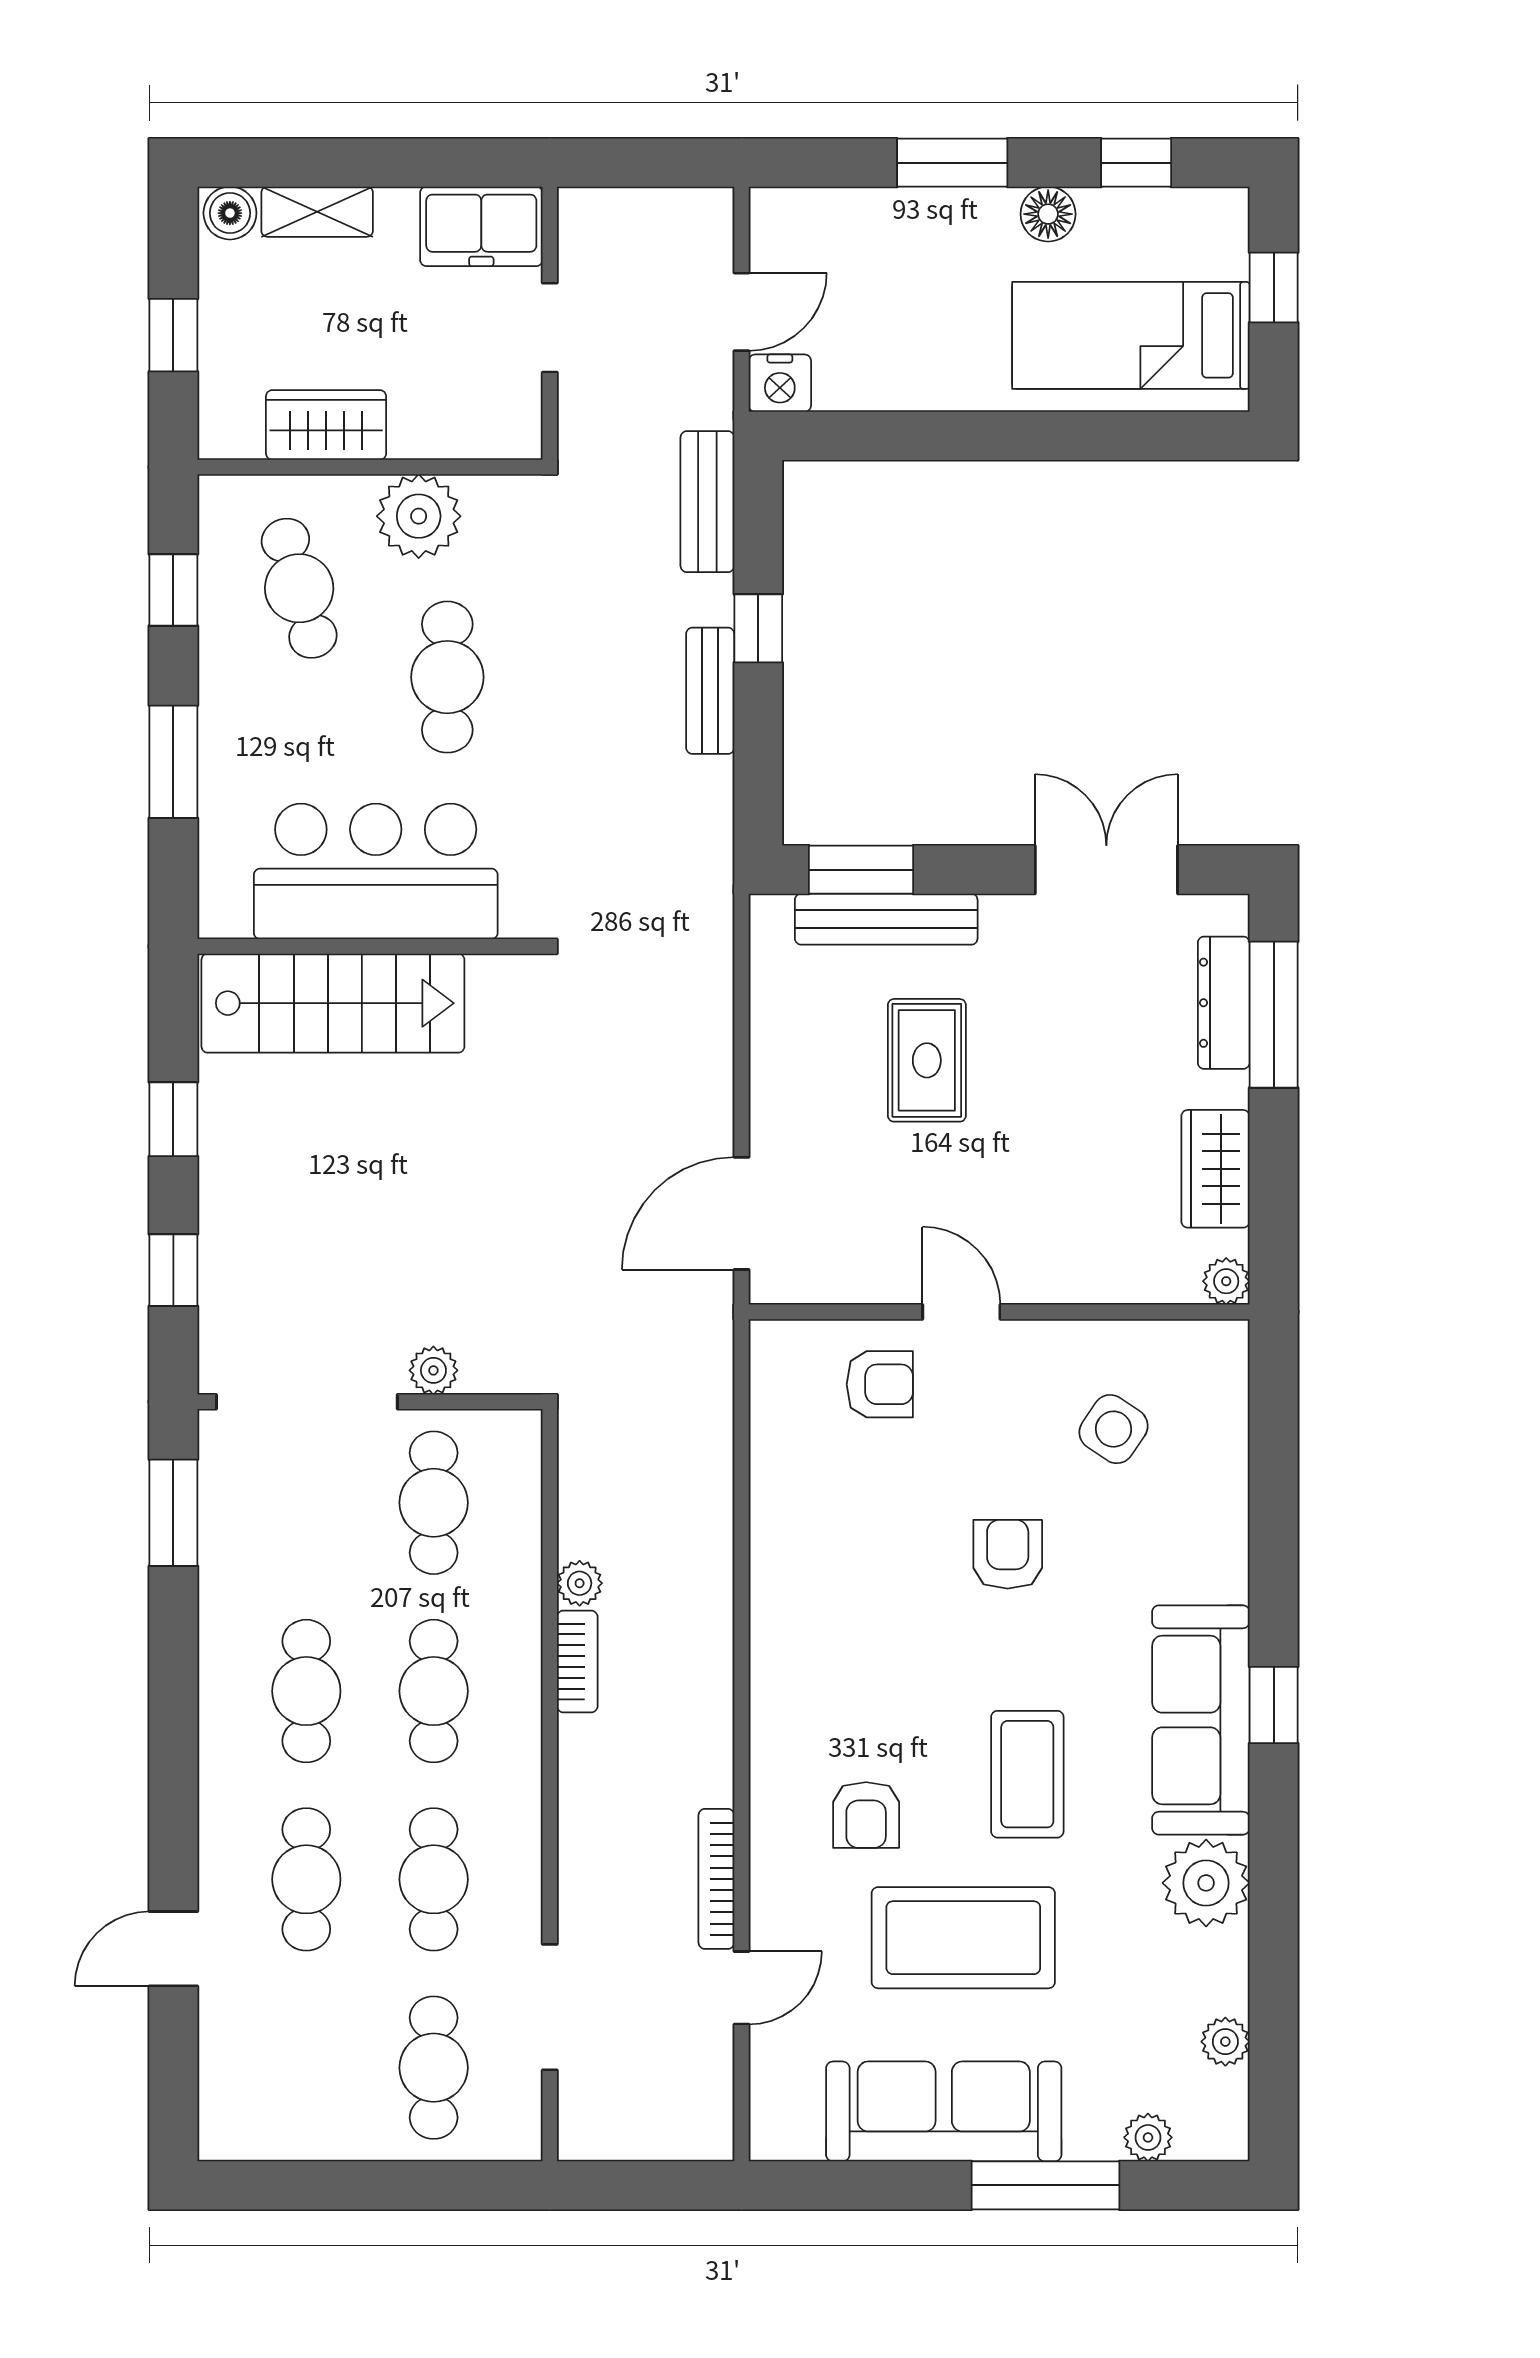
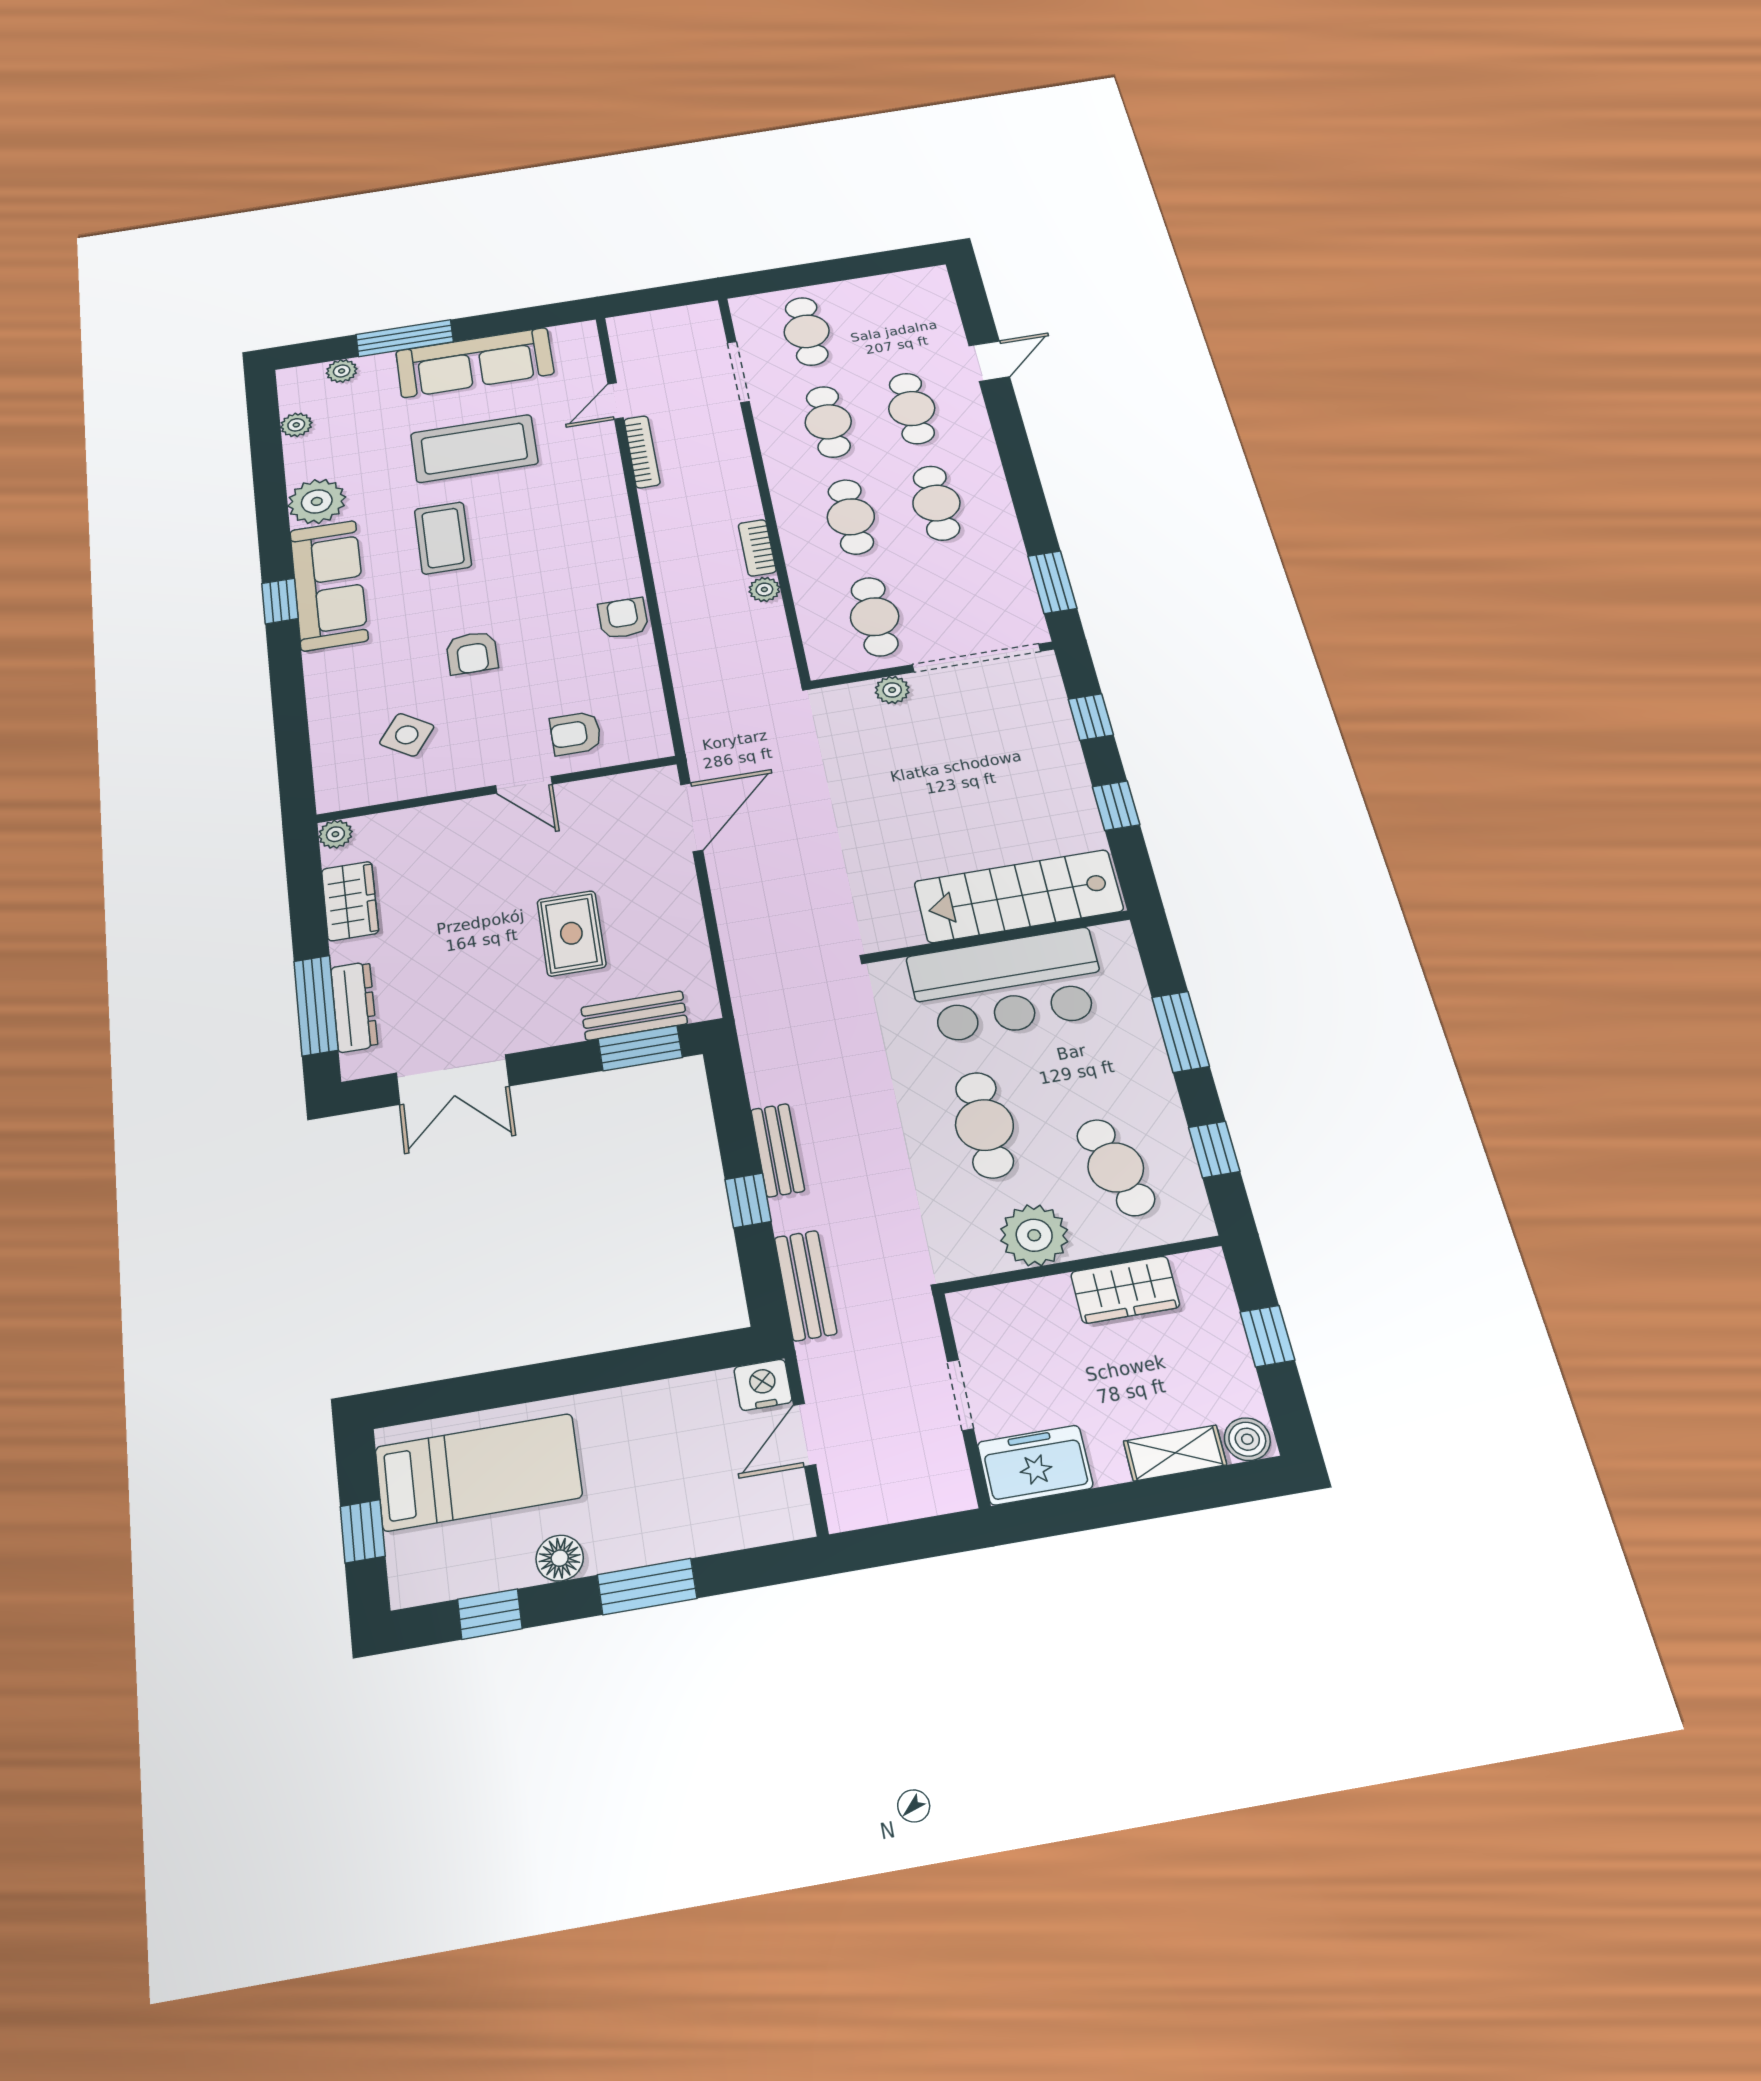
bench: (886, 919) -> (634, 1016), width x0.73
armchair: (866, 1815) -> (623, 618), moved

